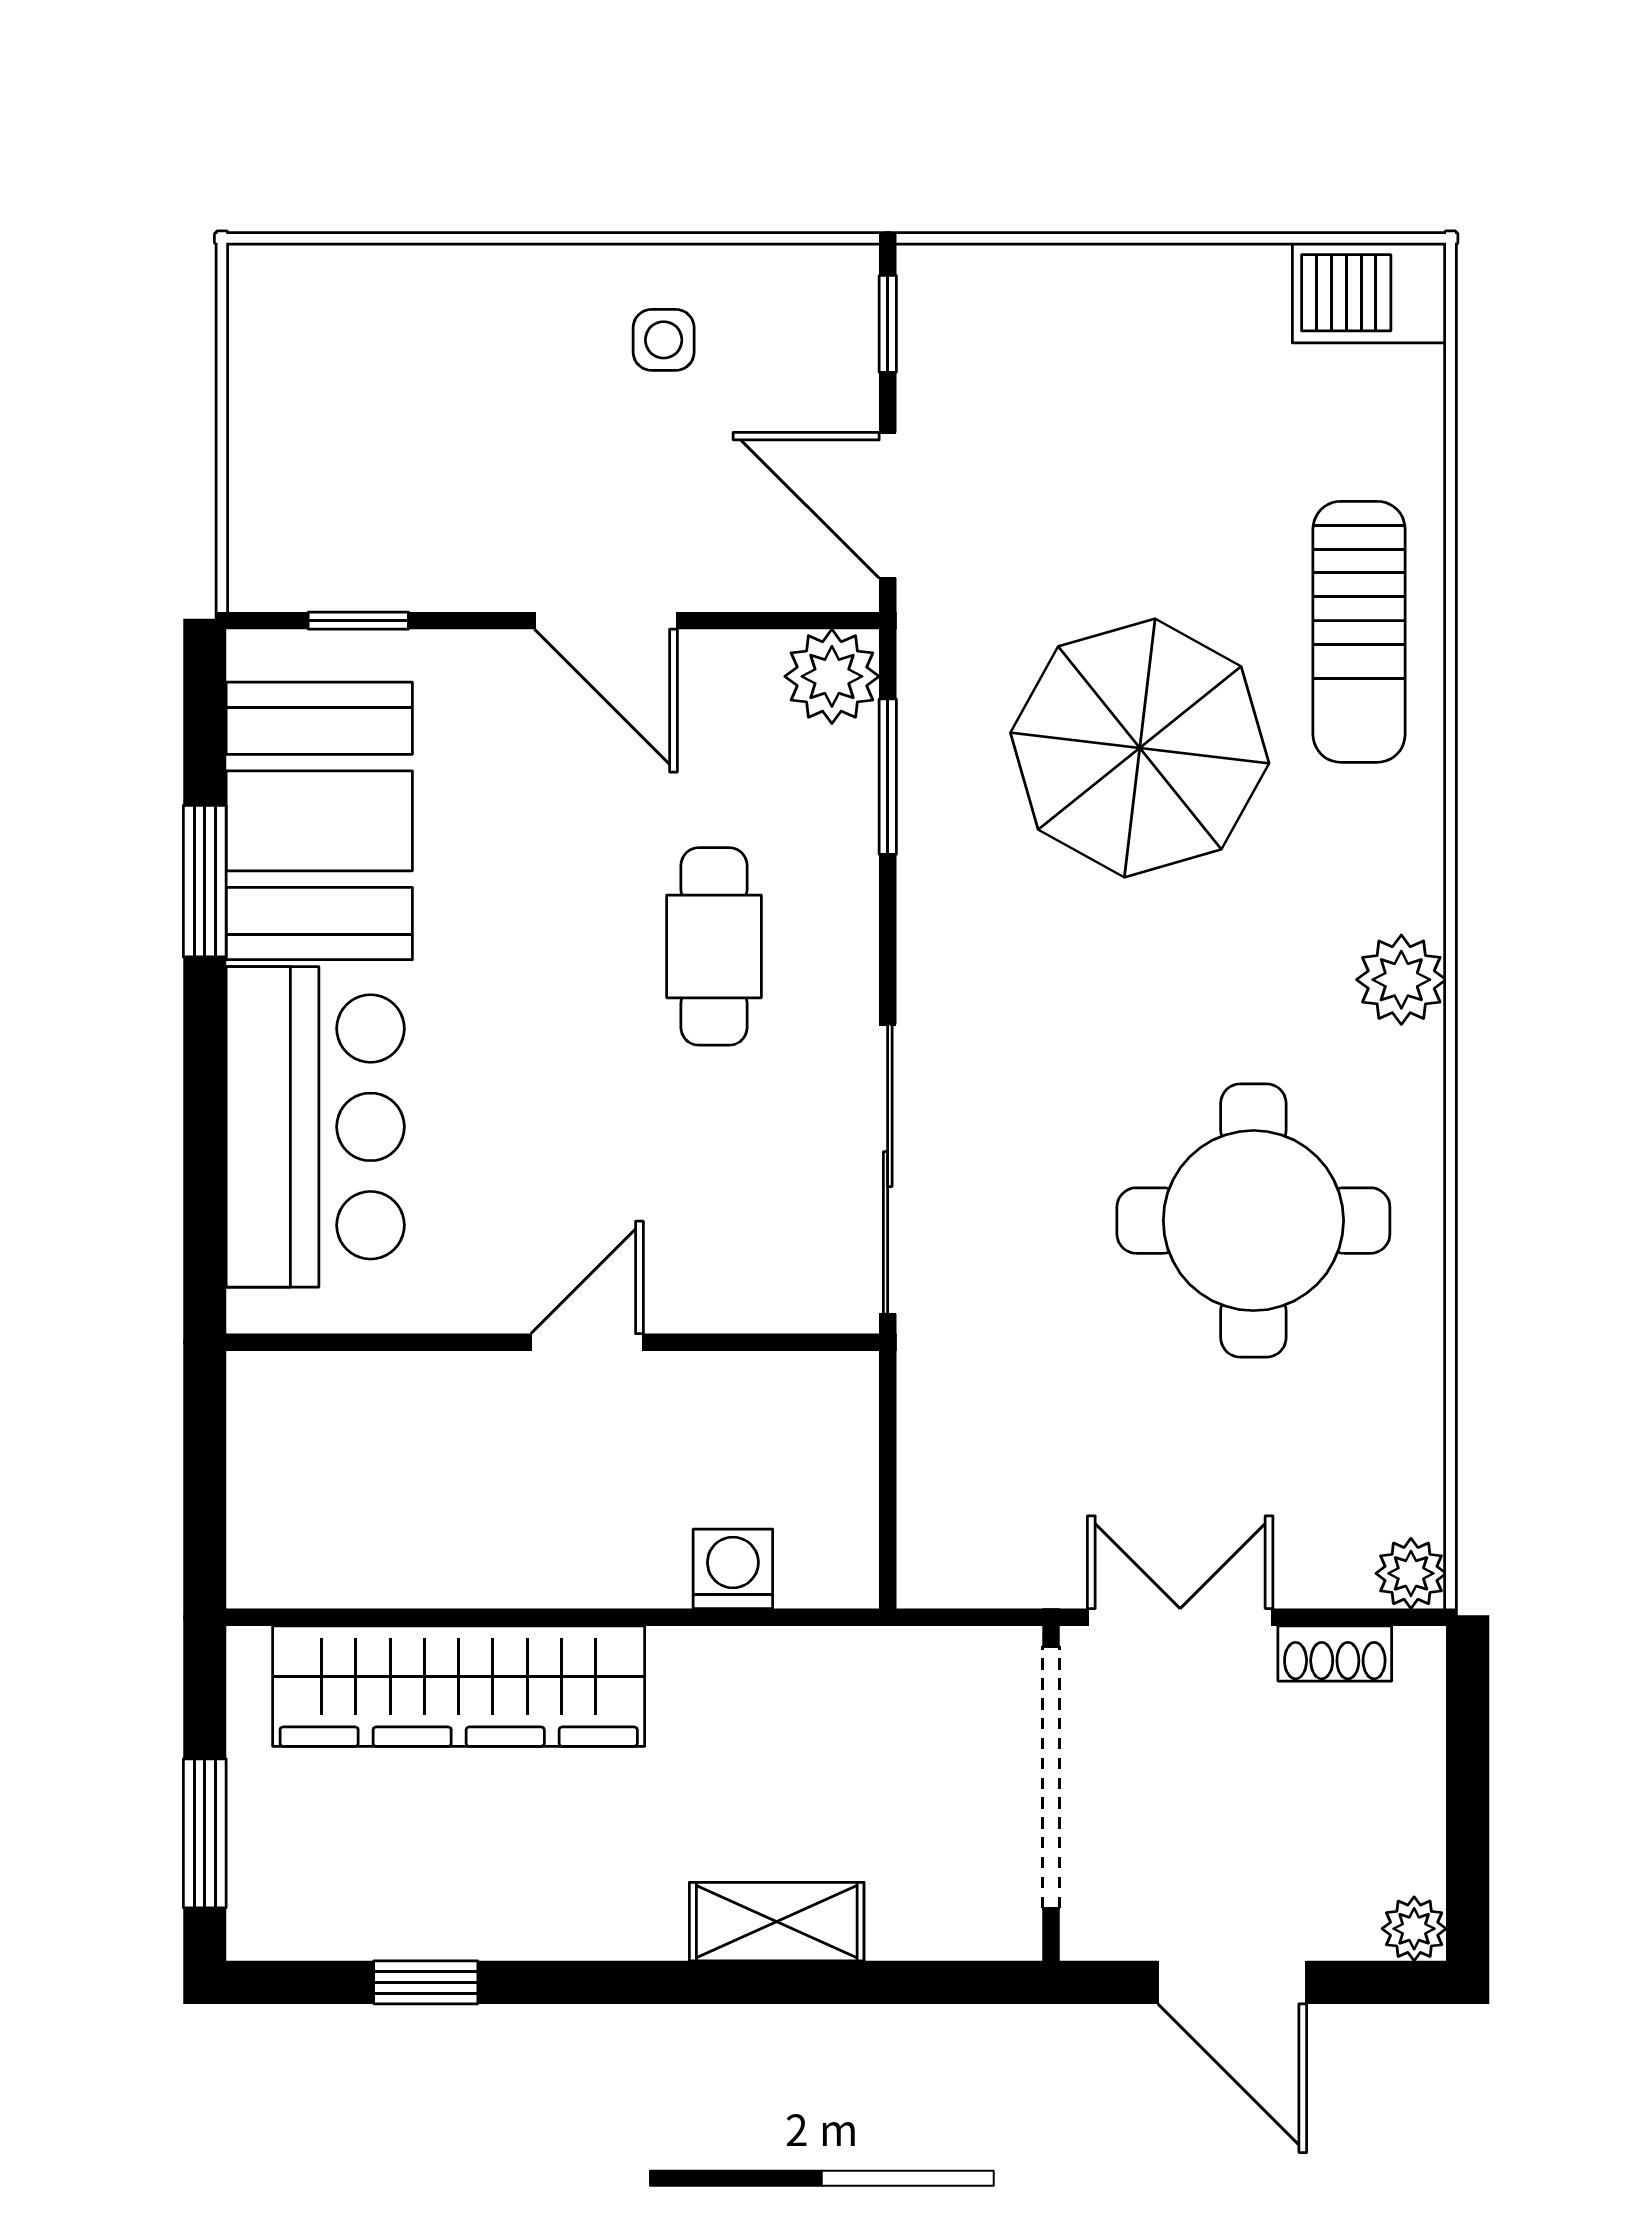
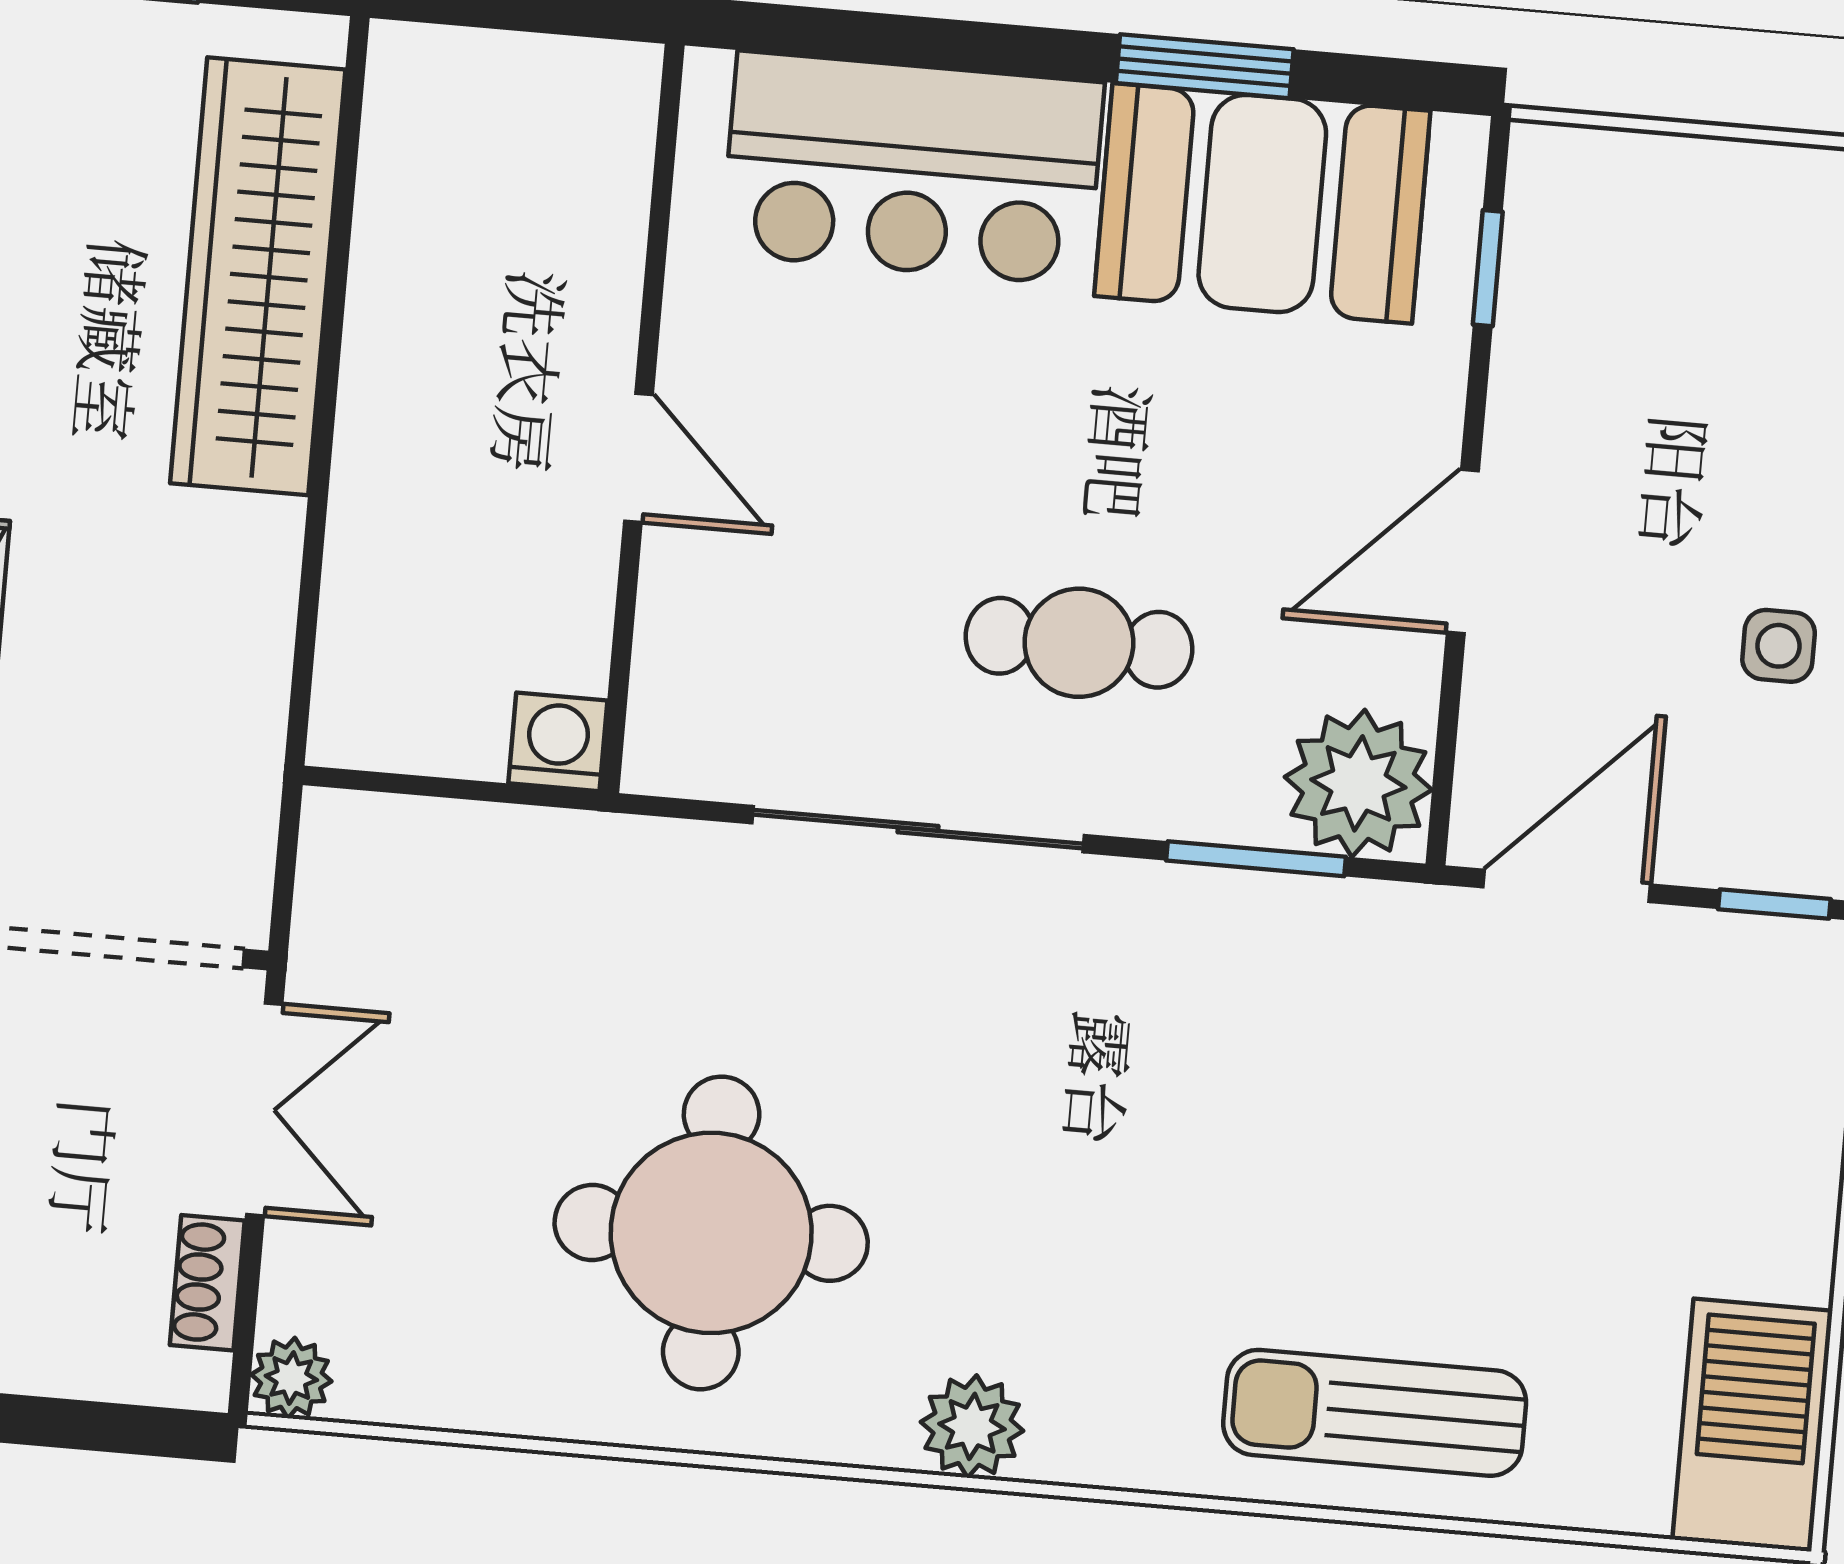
barbecue: (1369, 293) -> (1753, 1425), width x1.37, depth x1.21
plant: (832, 676) -> (1358, 783), width x1.36, depth x1.36
parasol: (1140, 748) -> (1264, 1150), removed
sliding door: (888, 1169) -> (918, 829), moved
washing machine: (733, 1569) -> (558, 742), moved, turned -90

